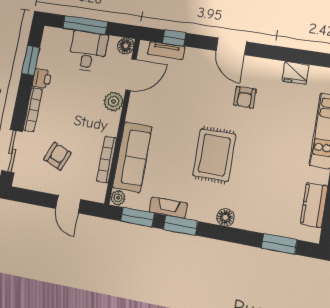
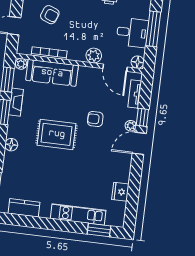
window: (174, 38) -> (142, 117), moved
plant: (207, 57) -> (131, 126), added
armchair: (245, 97) -> (95, 119), moved

